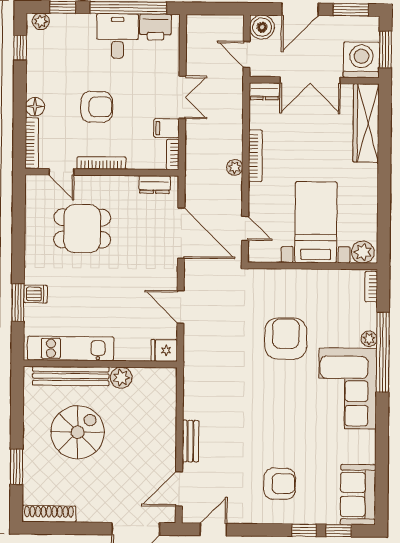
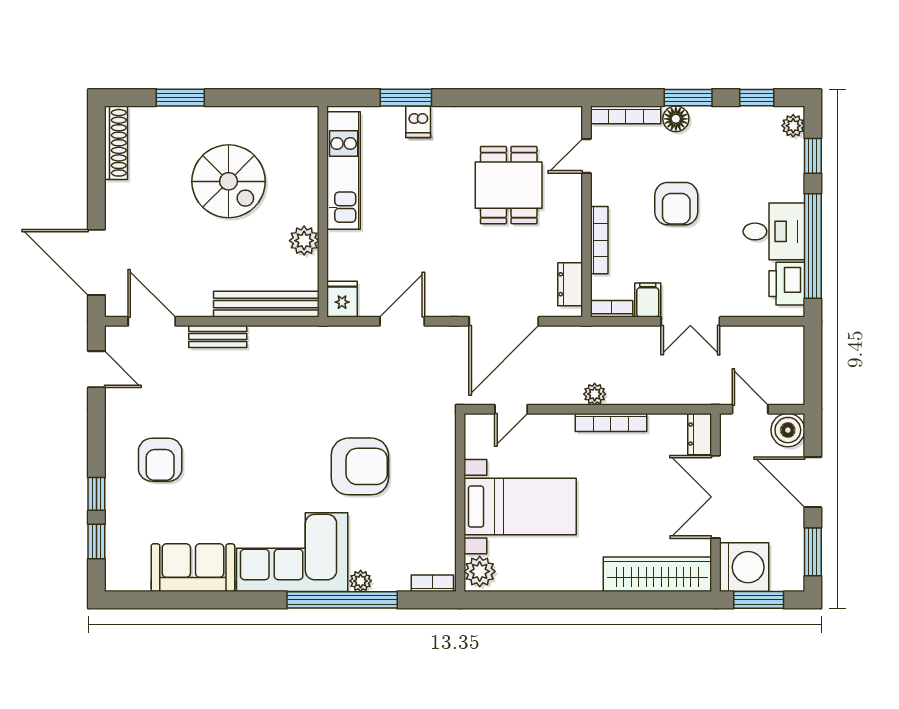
door: (247, 54) -> (750, 409), hinge flipped
window: (20, 98) -> (688, 98), added
bookcase: (101, 163) -> (599, 240), moved
bench: (71, 376) -> (266, 304), moved, turned 90
sofa: (358, 495) -> (193, 568), moved

